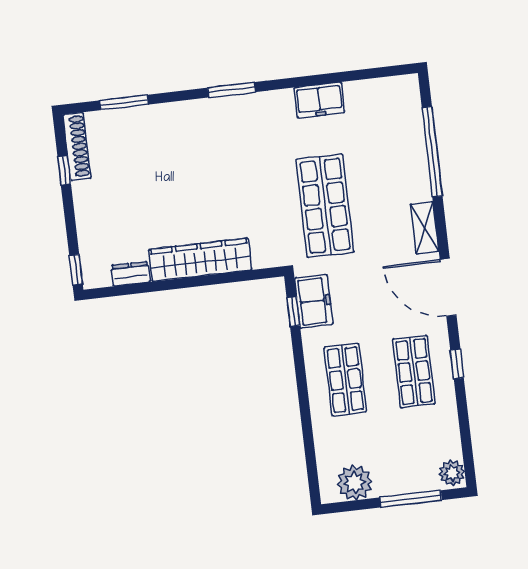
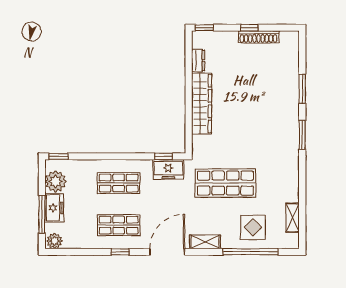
shelving: (368, 90) -> (293, 218), added
freezer: (319, 100) -> (54, 208), moved, turned 180
window: (124, 102) -> (302, 89), moved
shoe rack: (77, 146) -> (258, 37), moved
display table: (392, 152) -> (253, 227), added
window: (64, 170) -> (249, 28), moved
window: (313, 483) -> (58, 156), added

